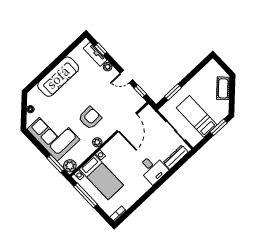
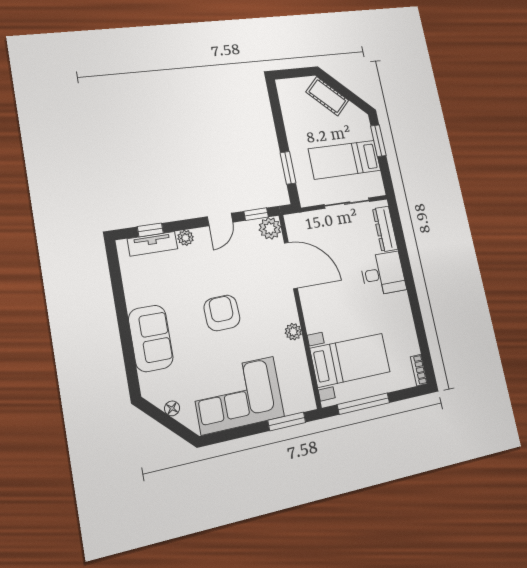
sofa: (58, 77) -> (151, 338), width x0.73
armchair: (90, 118) -> (222, 313), moved
plant: (70, 166) -> (270, 228), moved

